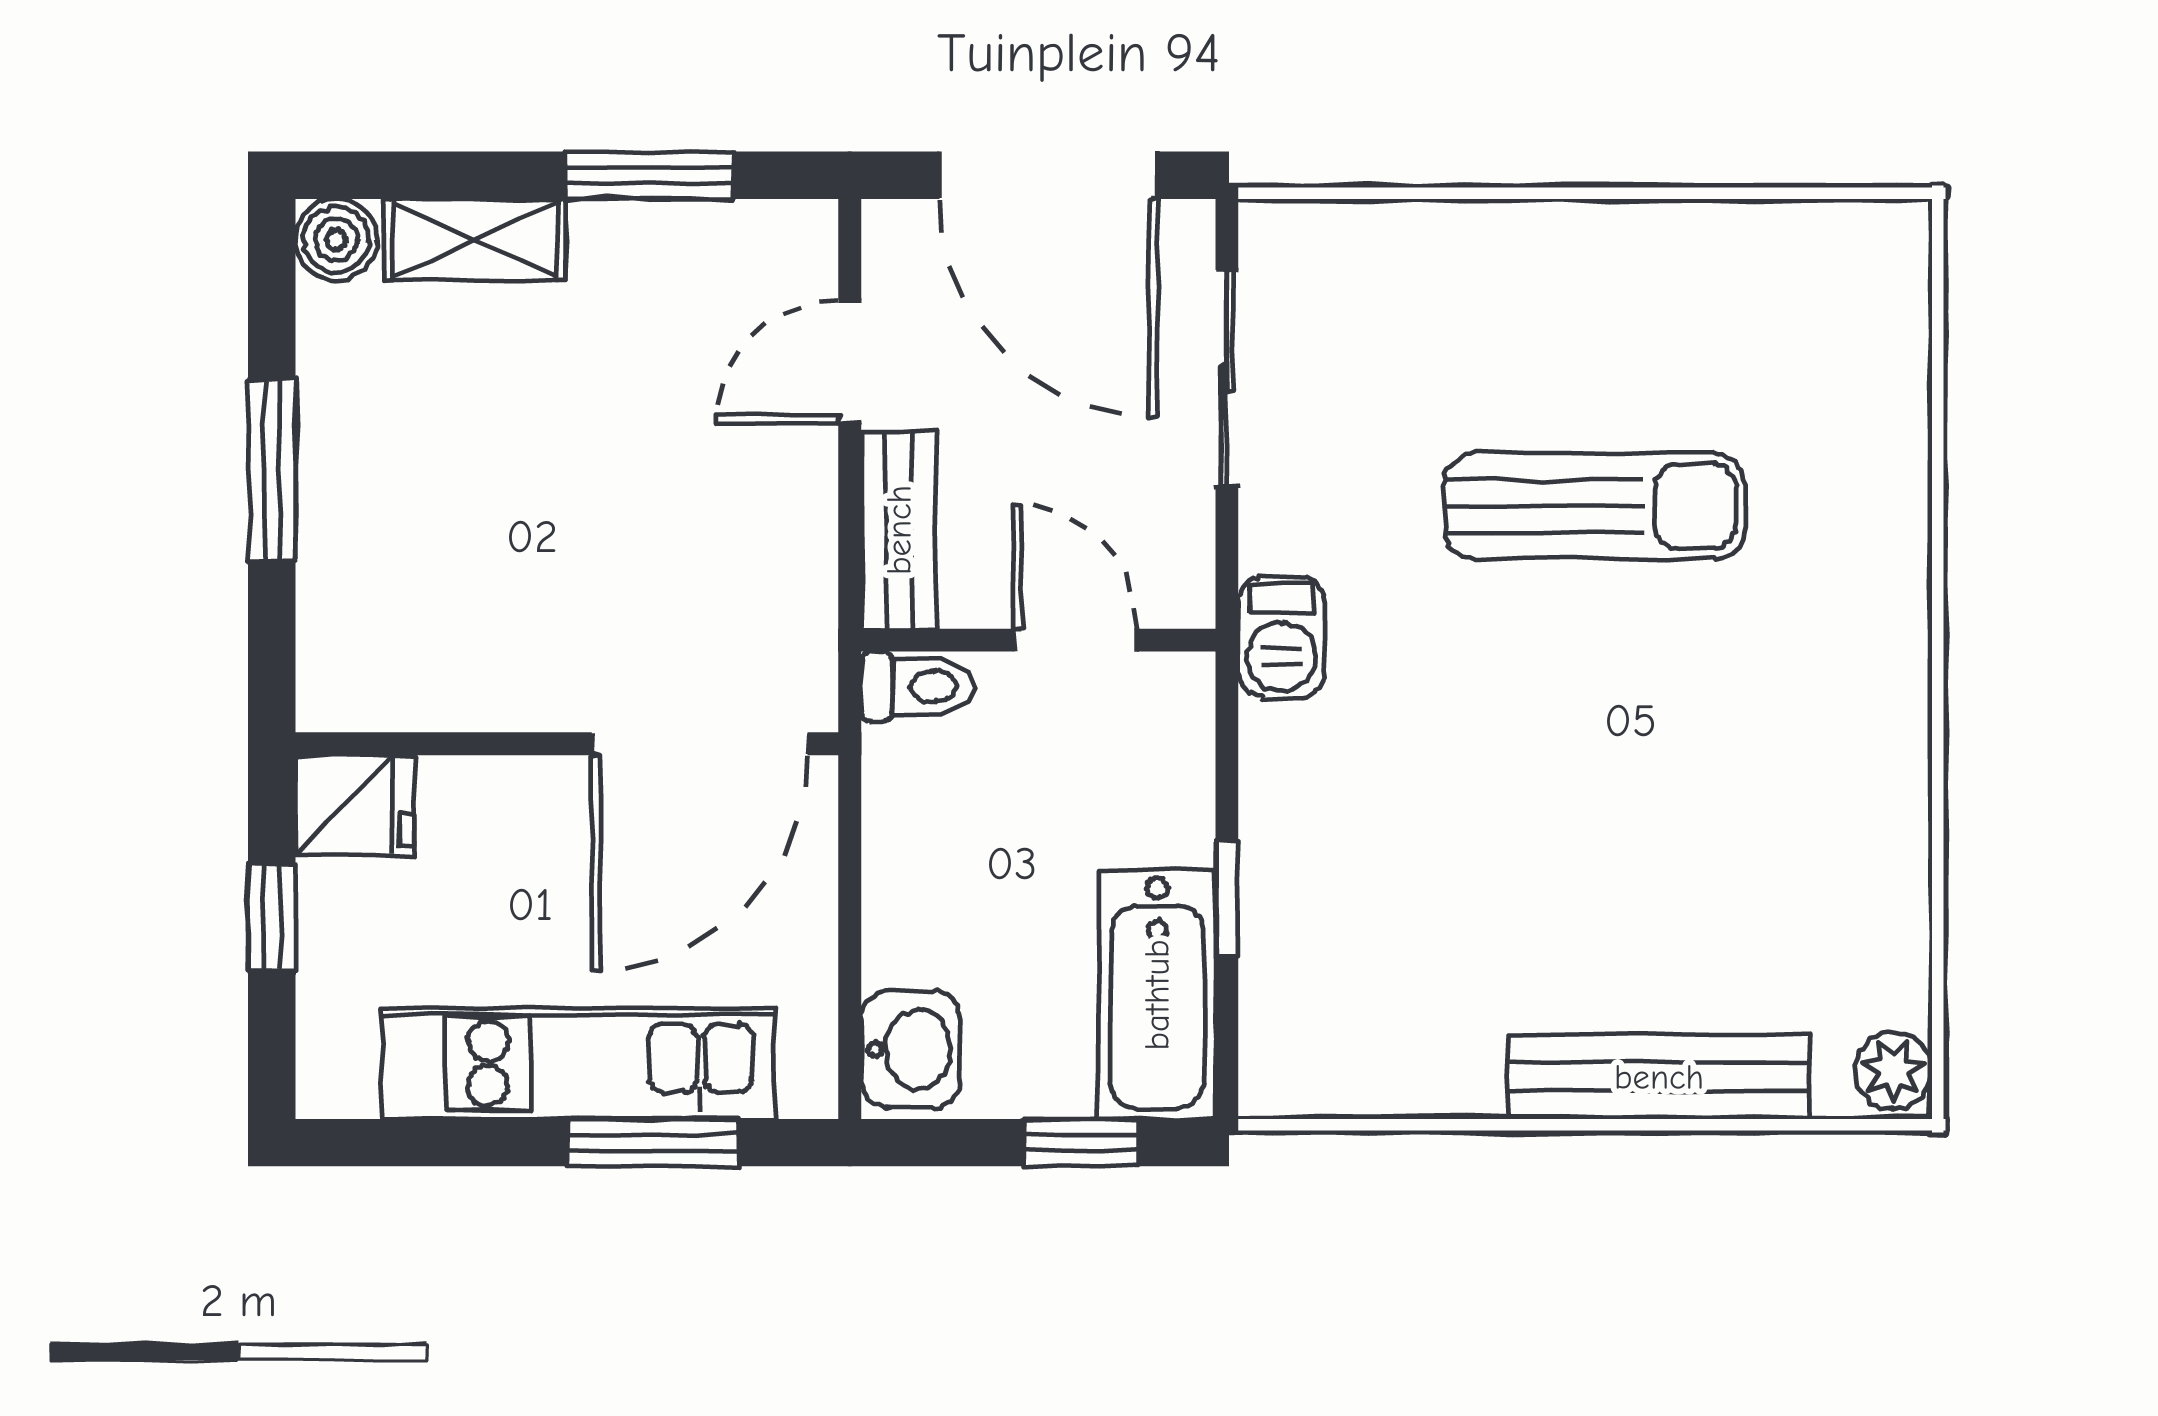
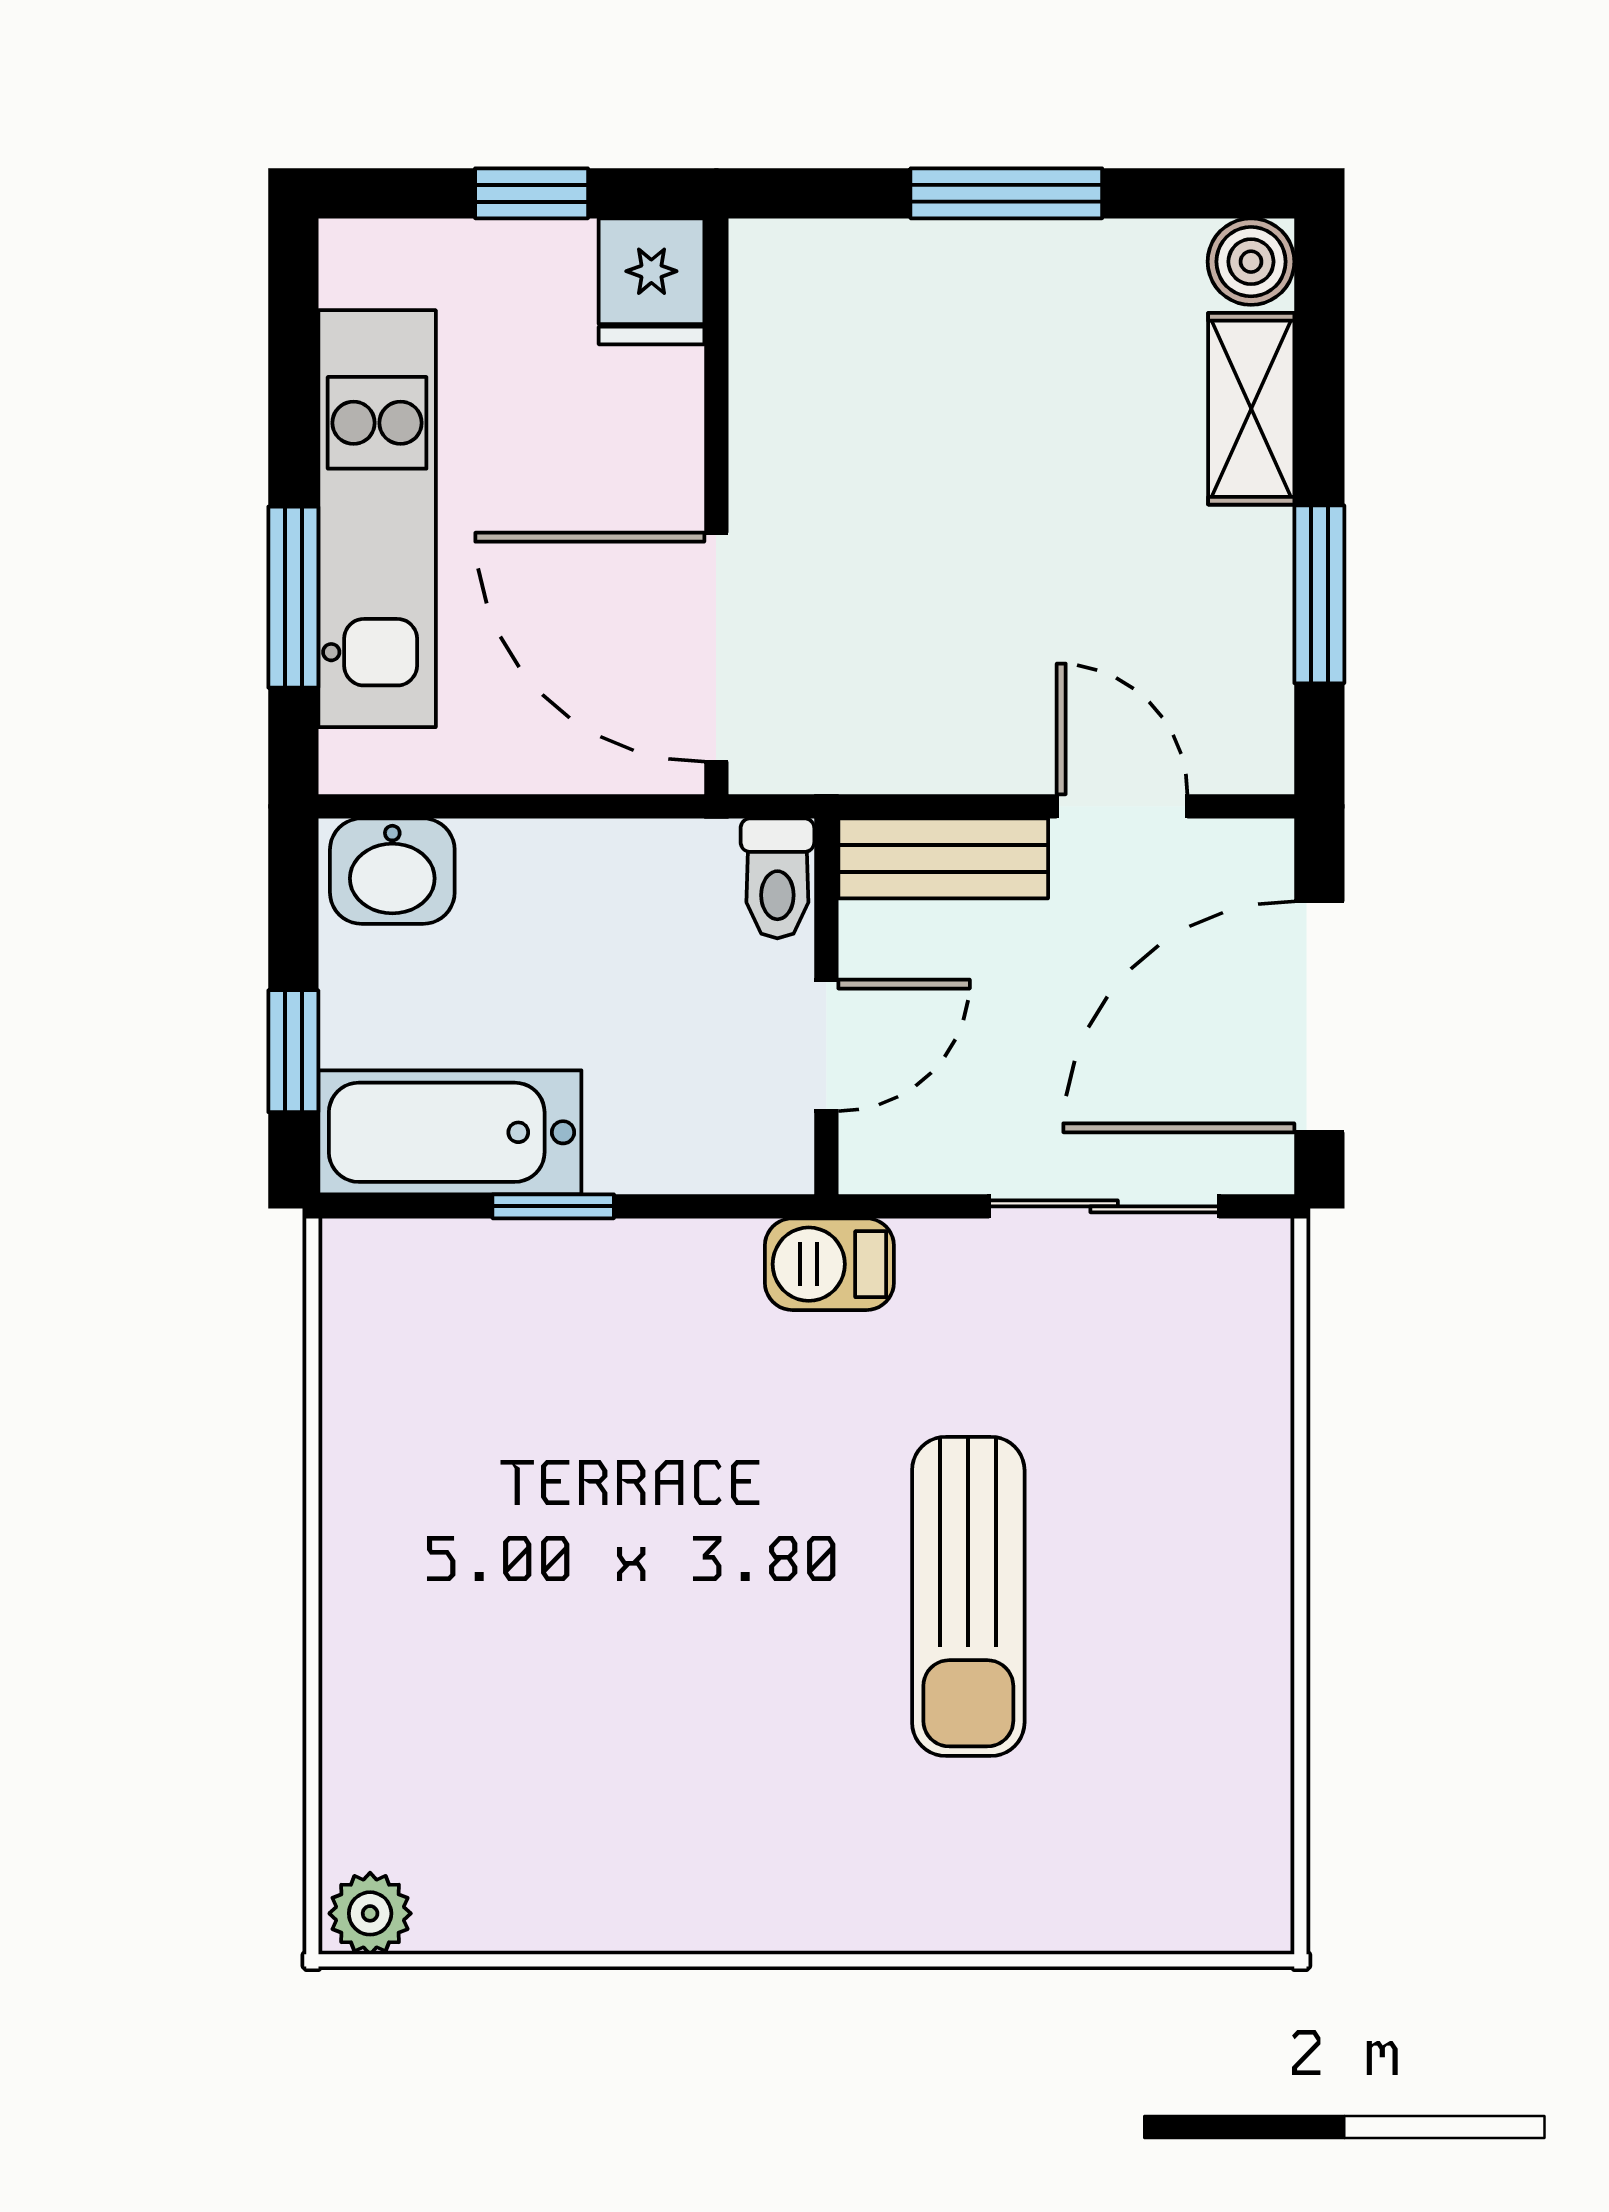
bench: (1659, 1077) -> (363, 1664), removed

